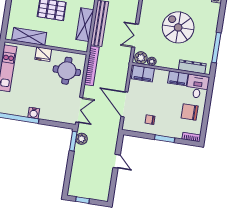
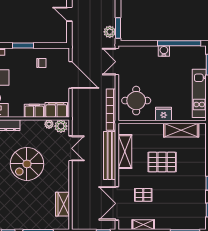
spiral stairs: (178, 27) -> (27, 164), turned 90
filing cabinet: (178, 78) -> (34, 111), moved

